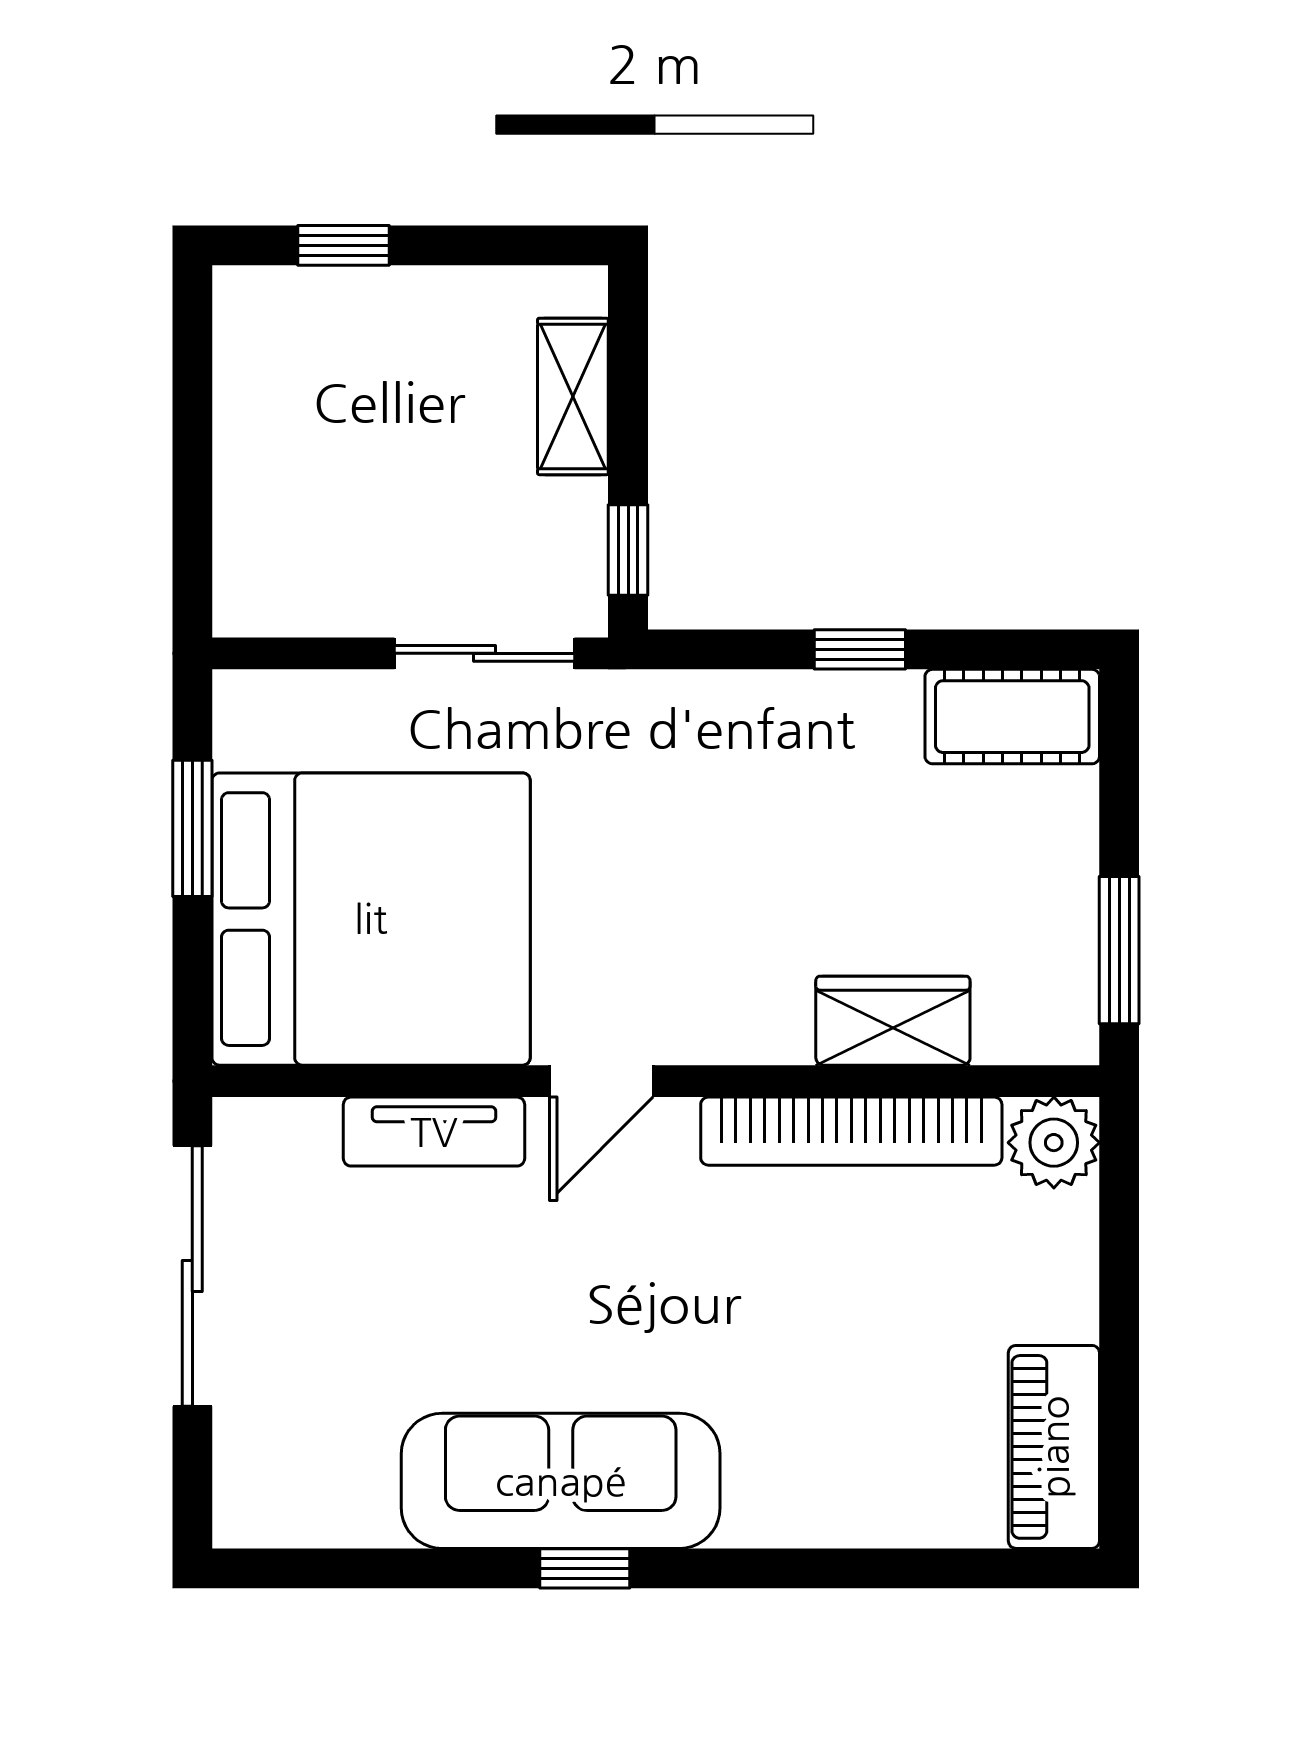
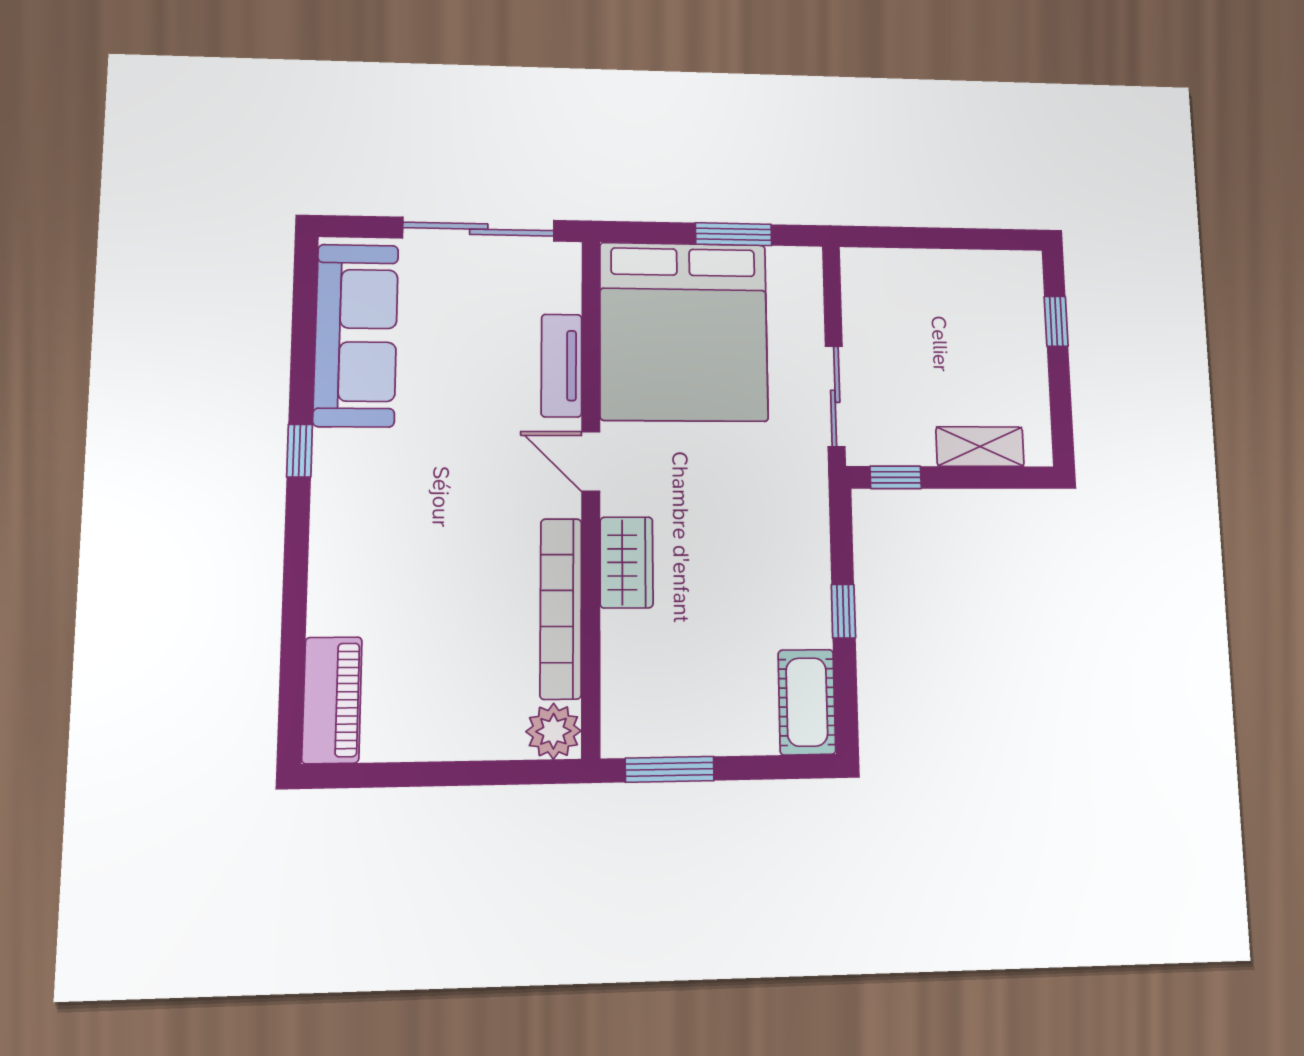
wardrobe: (893, 1021) -> (626, 562), moved
piano: (1054, 1447) -> (332, 700), moved, turned 90
sofa: (561, 1481) -> (356, 335), moved

